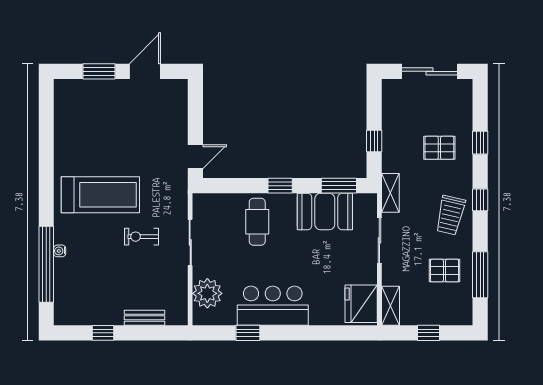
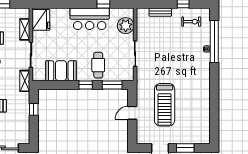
door: (195, 157) -> (132, 113), moved
window: (339, 186) -> (112, 85), moved
treadmill: (100, 195) -> (165, 105), moved, turned -90
exercise bike: (142, 237) -> (191, 22), moved
shelving: (390, 306) -> (25, 29), moved

